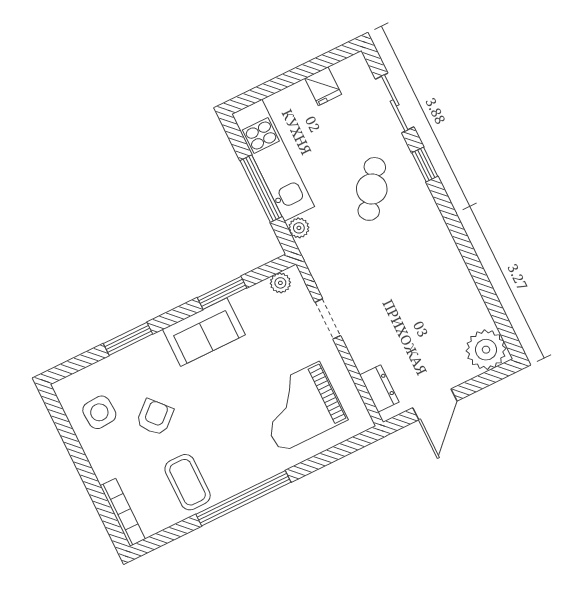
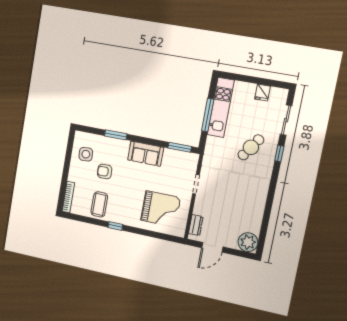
plant: (299, 228) -> (211, 141), removed
plant: (280, 283) -> (188, 157), removed
window: (222, 293) -> (180, 147), moved
grand piano: (300, 407) -> (161, 209), turned 180
armchair: (155, 417) -> (105, 172), turned -140
window: (243, 498) -> (115, 226), width x0.32

